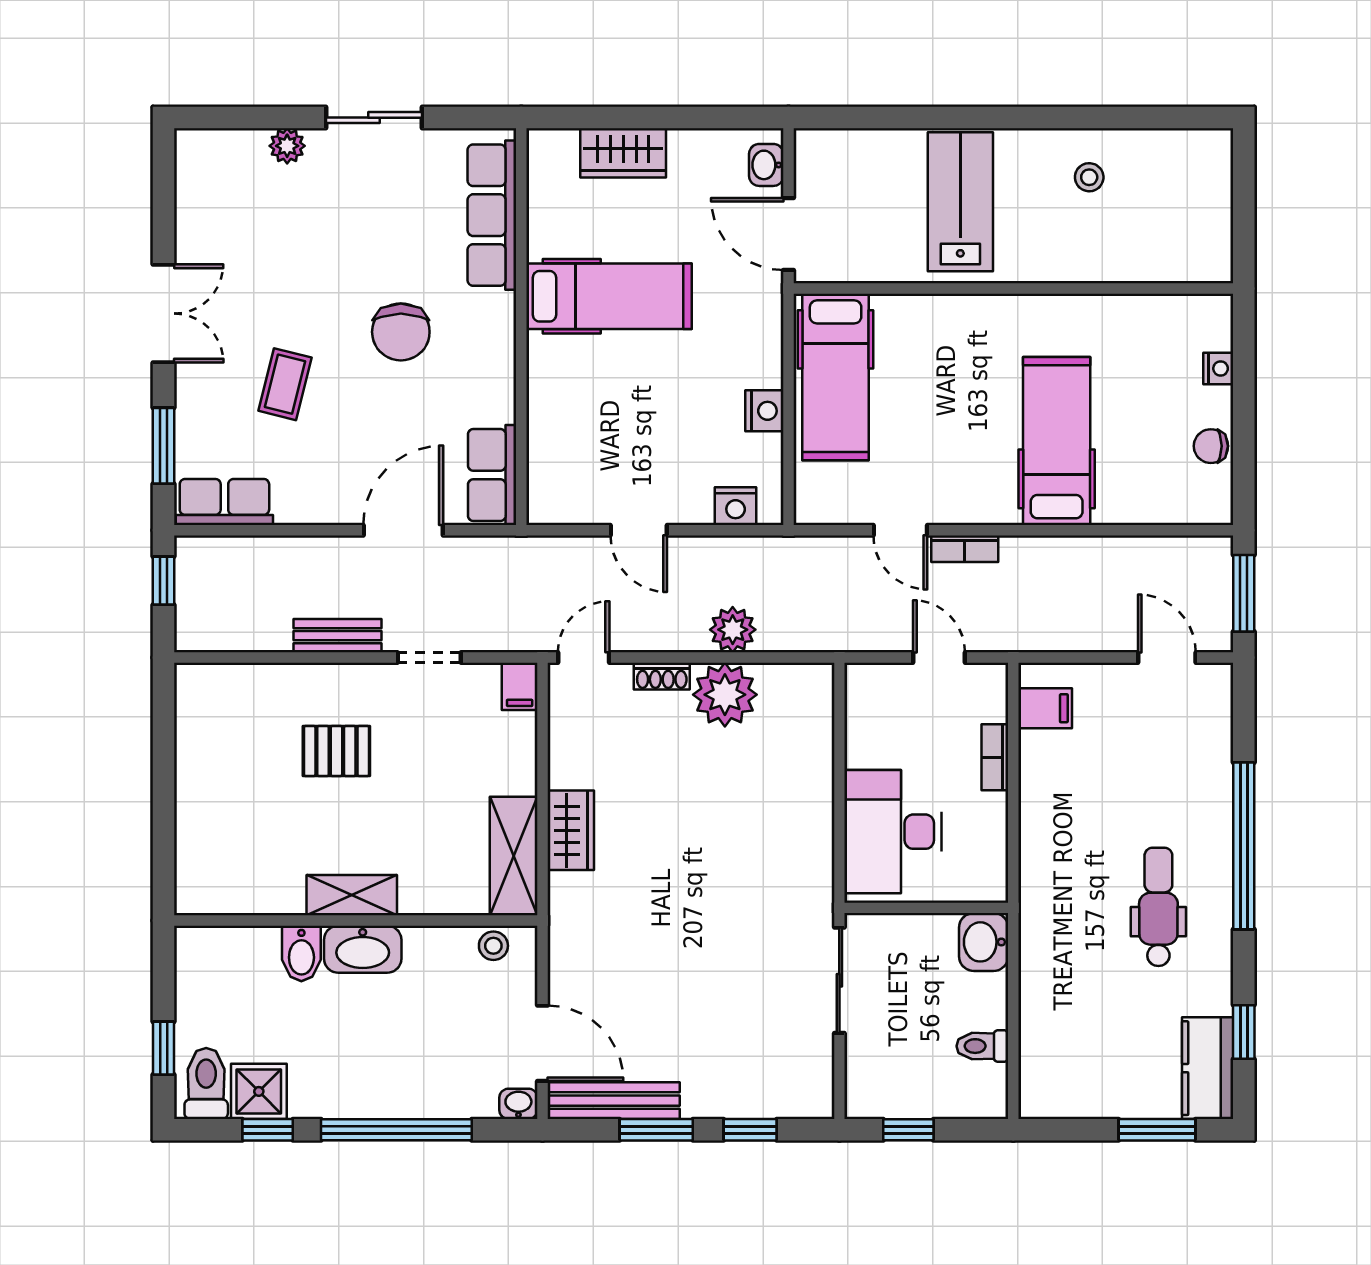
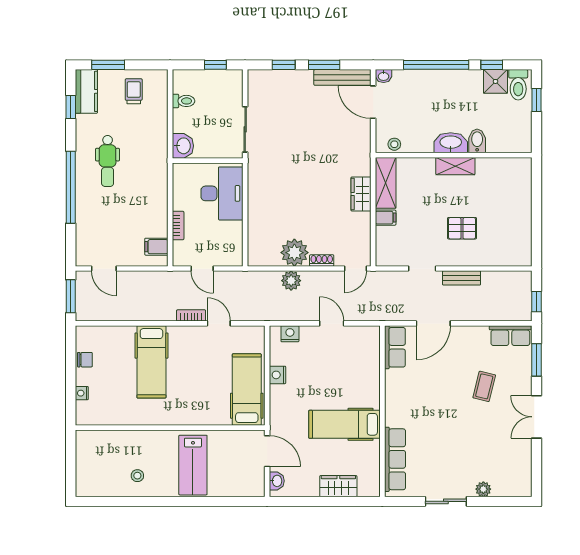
chair: (401, 332) -> (434, 409), removed
filing cabinet: (520, 686) -> (386, 218), moved, turned 90
trolley: (1098, 1069) -> (134, 91), added

